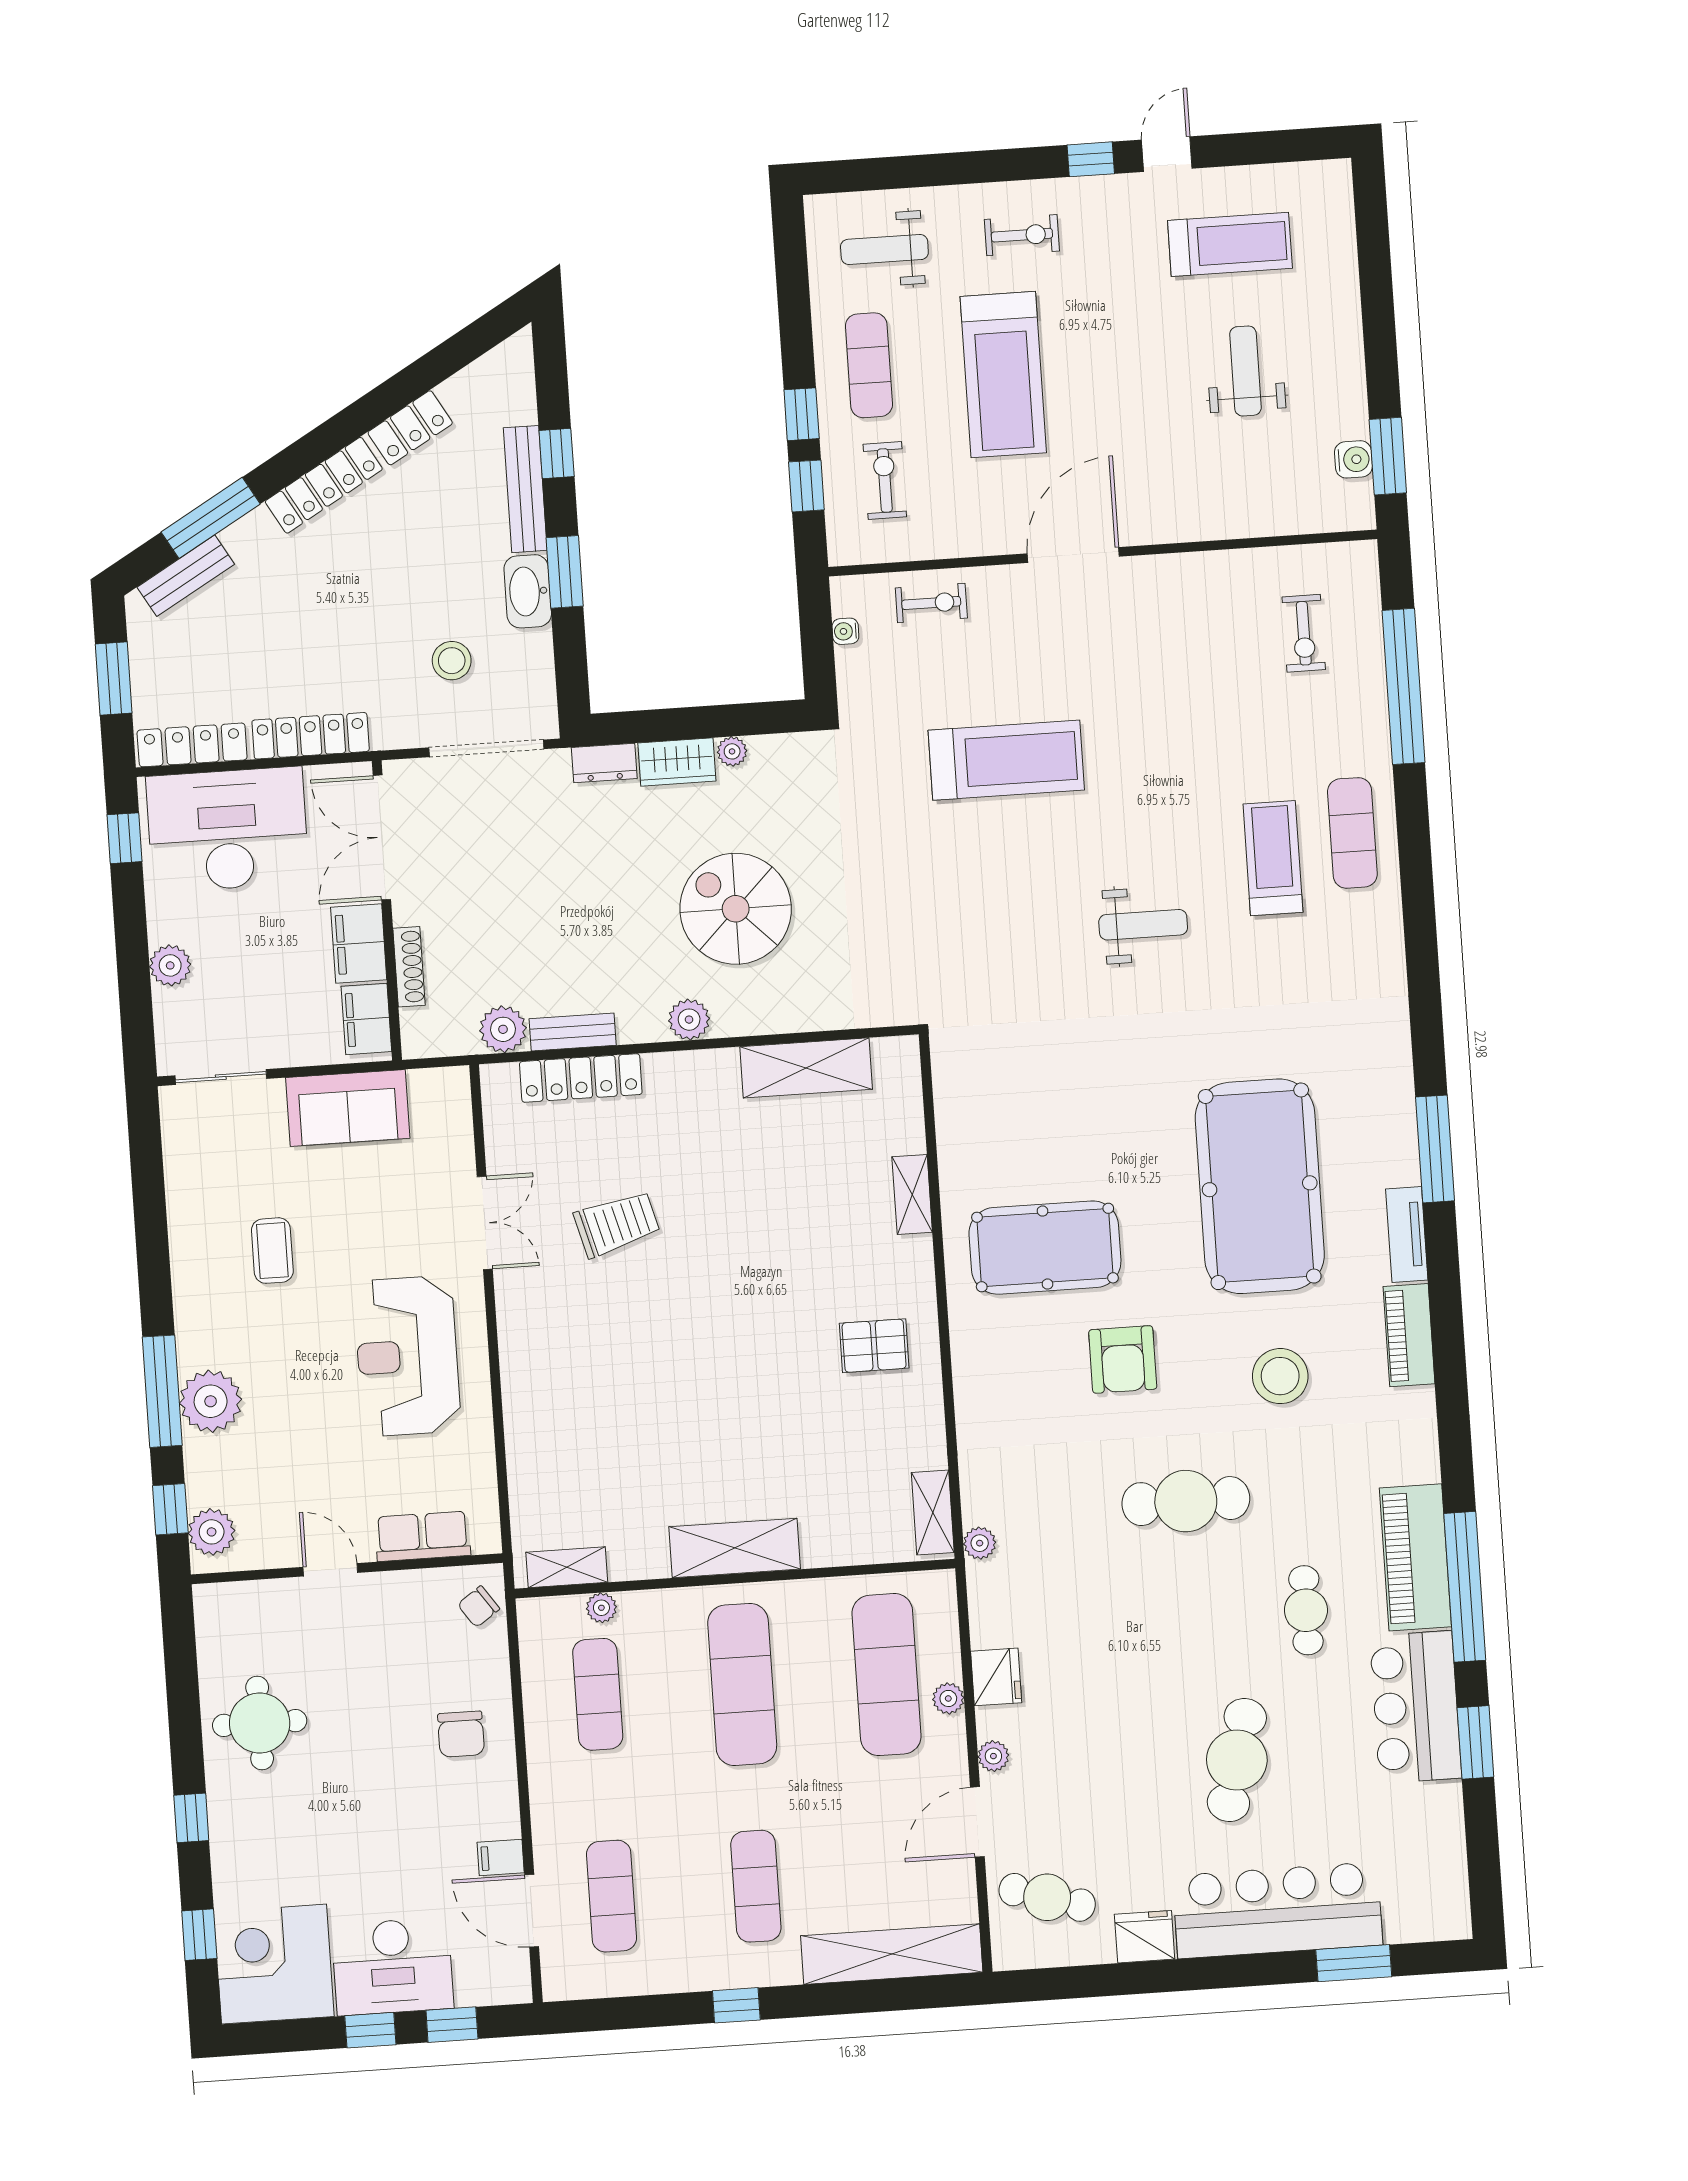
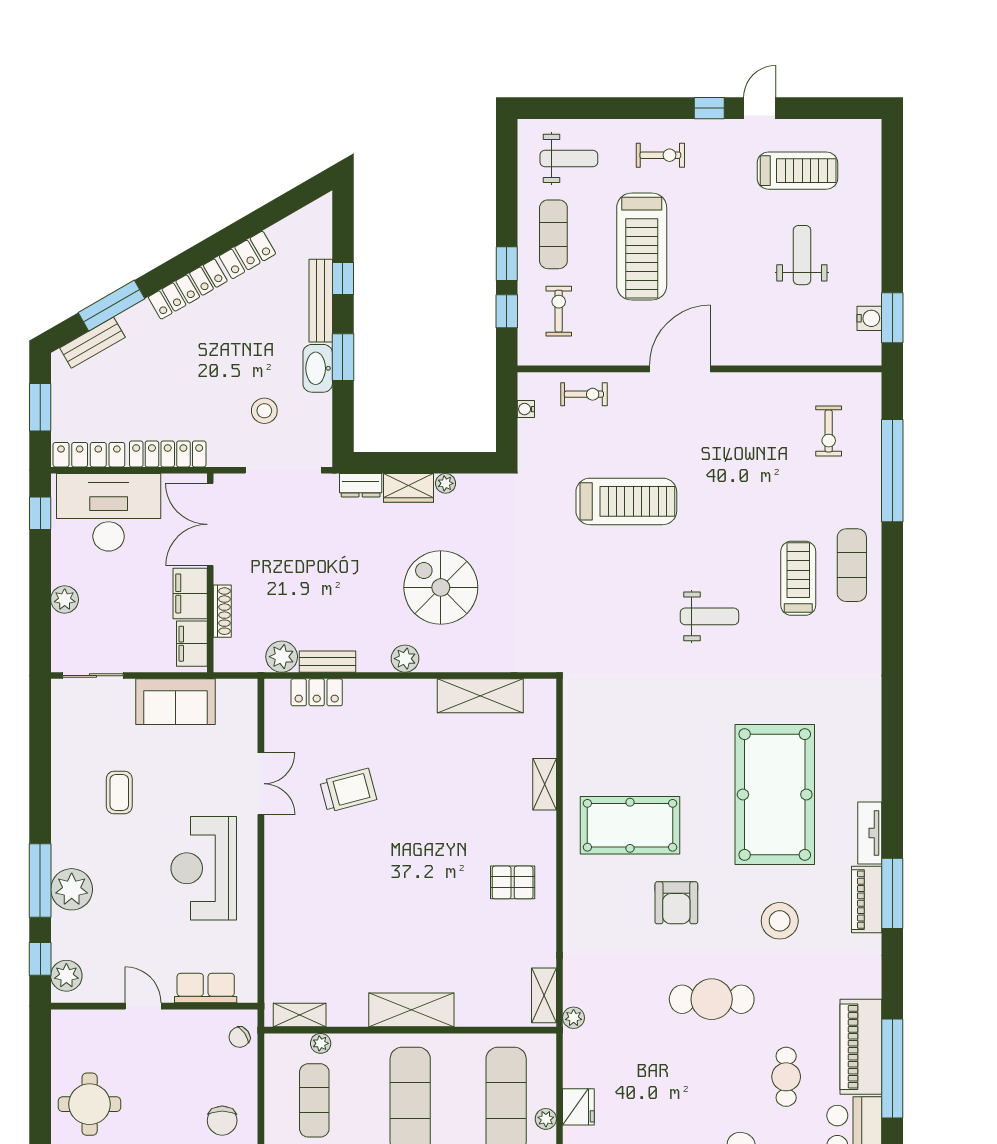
weight bench: (884, 249) -> (569, 158), turned 180
locker: (581, 1078) -> (317, 692), width x0.66
window: (1435, 1149) -> (892, 893), moved

